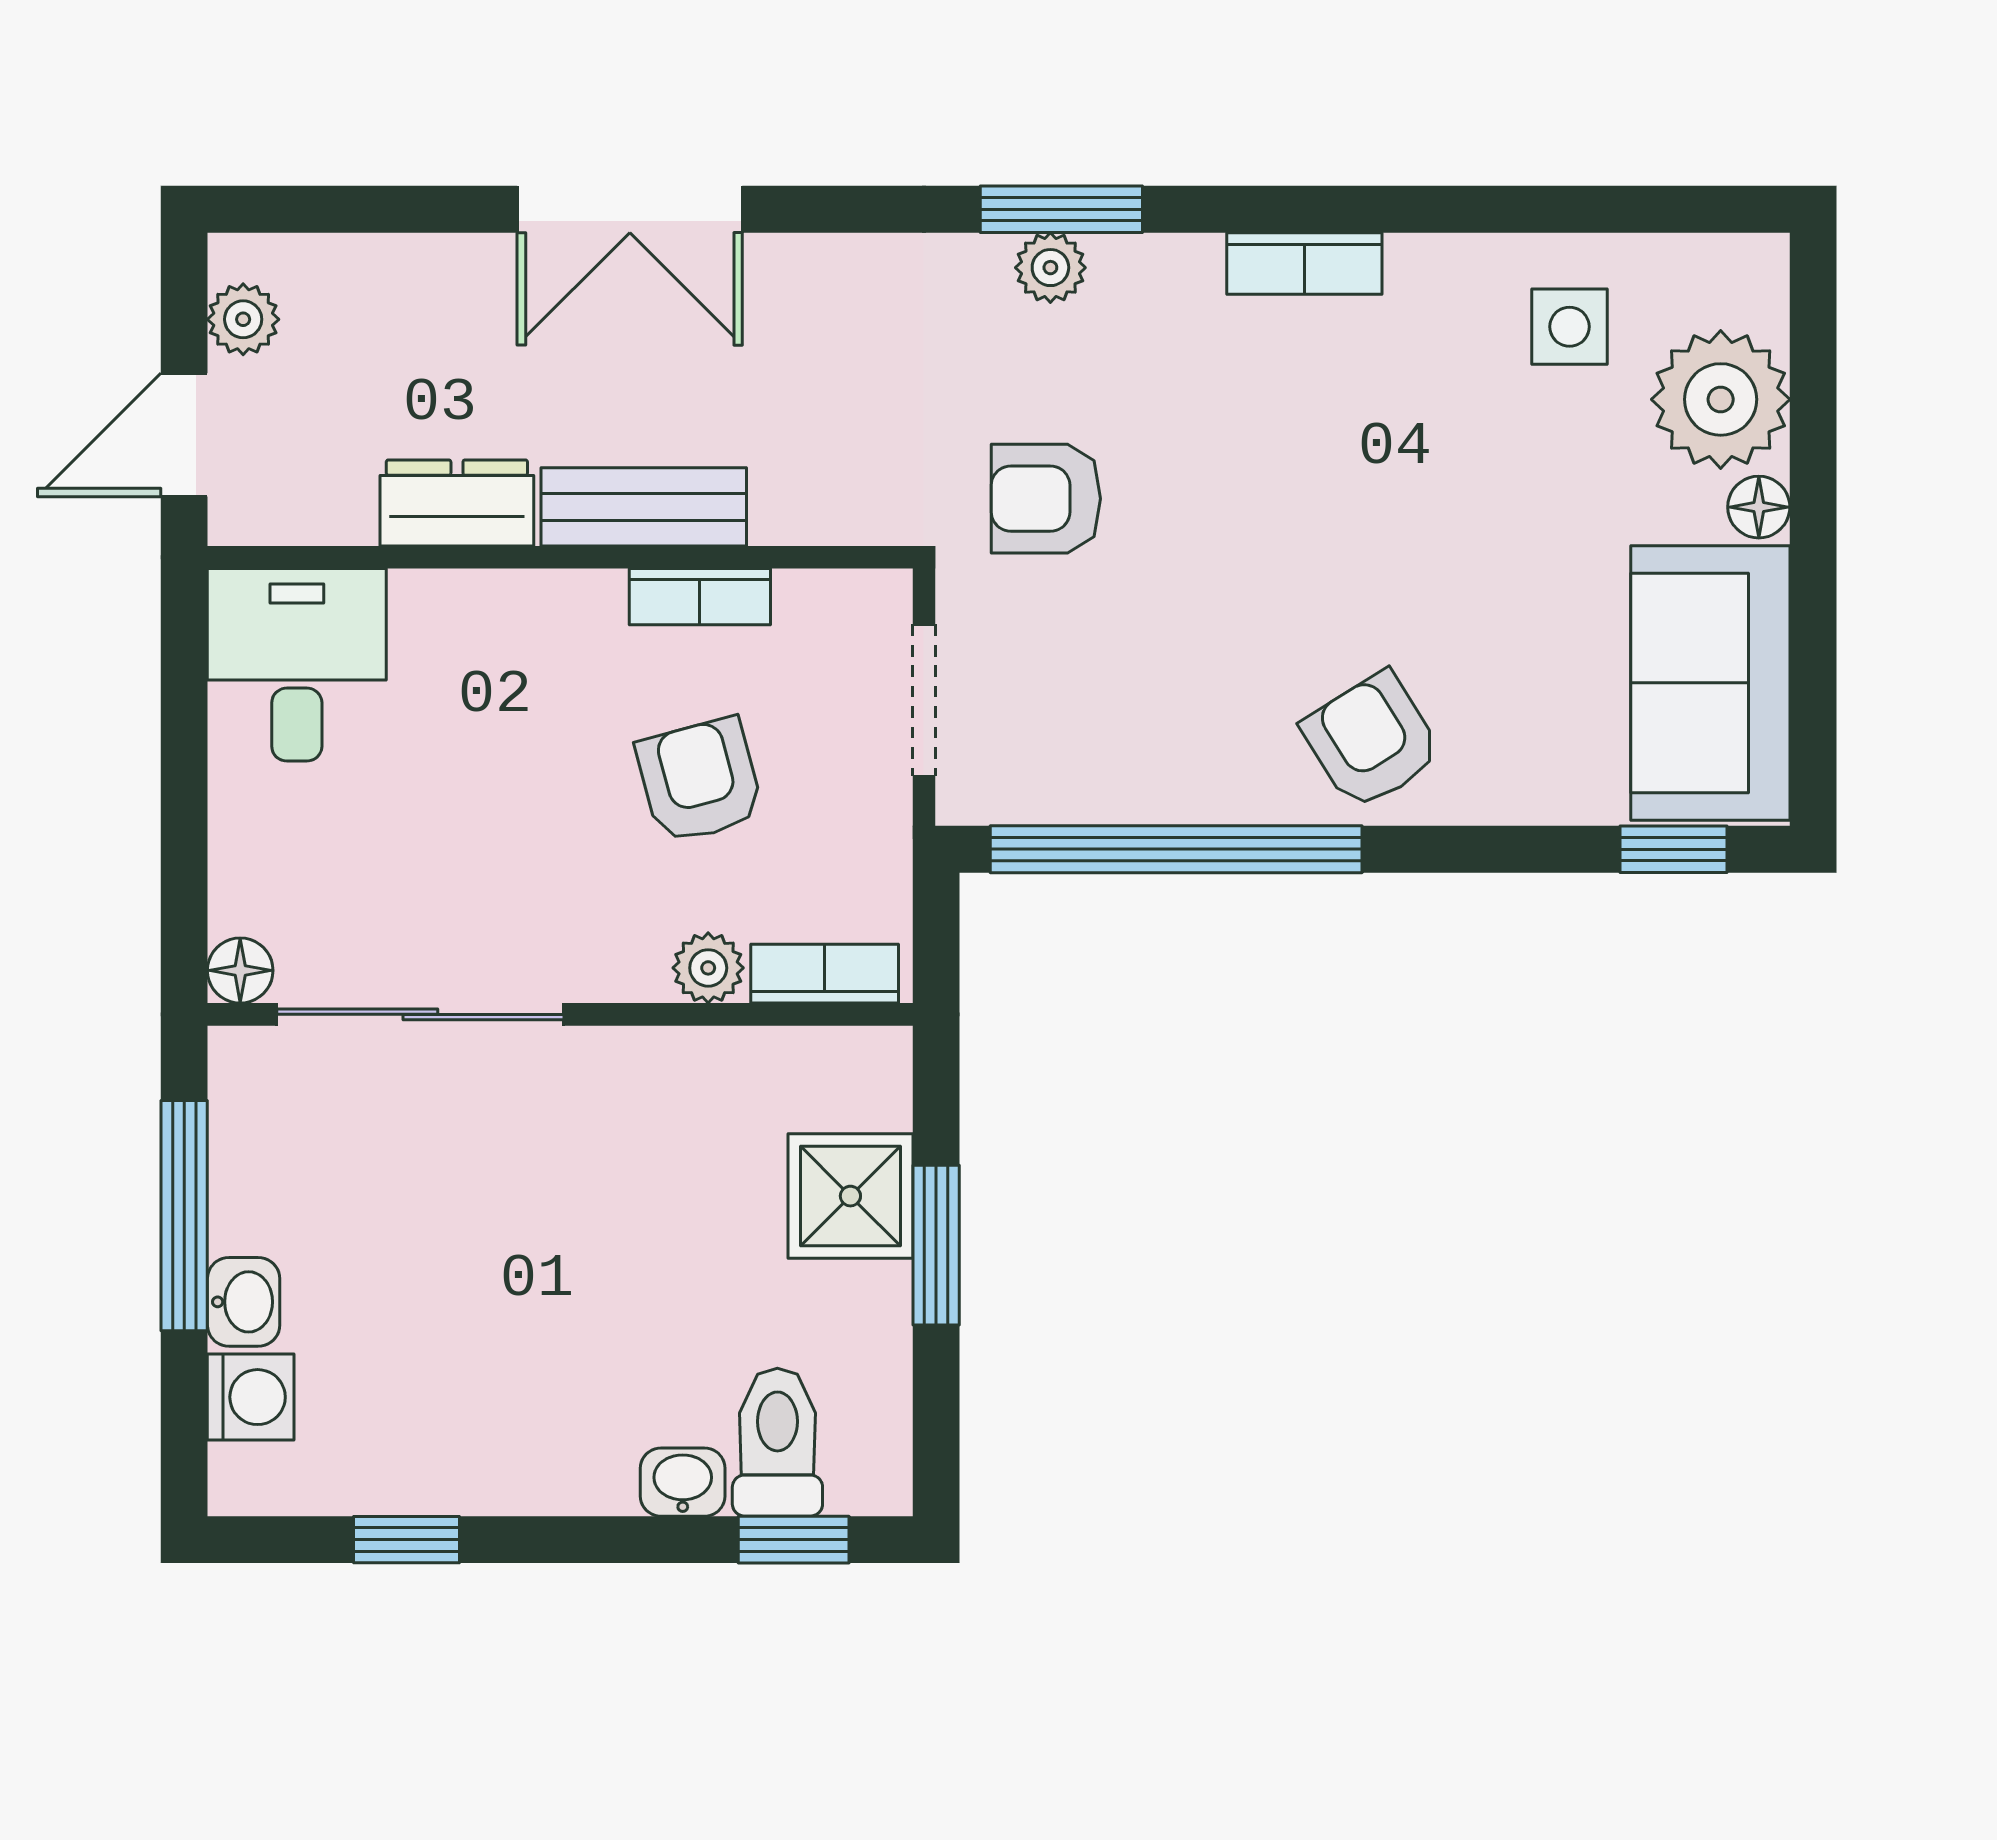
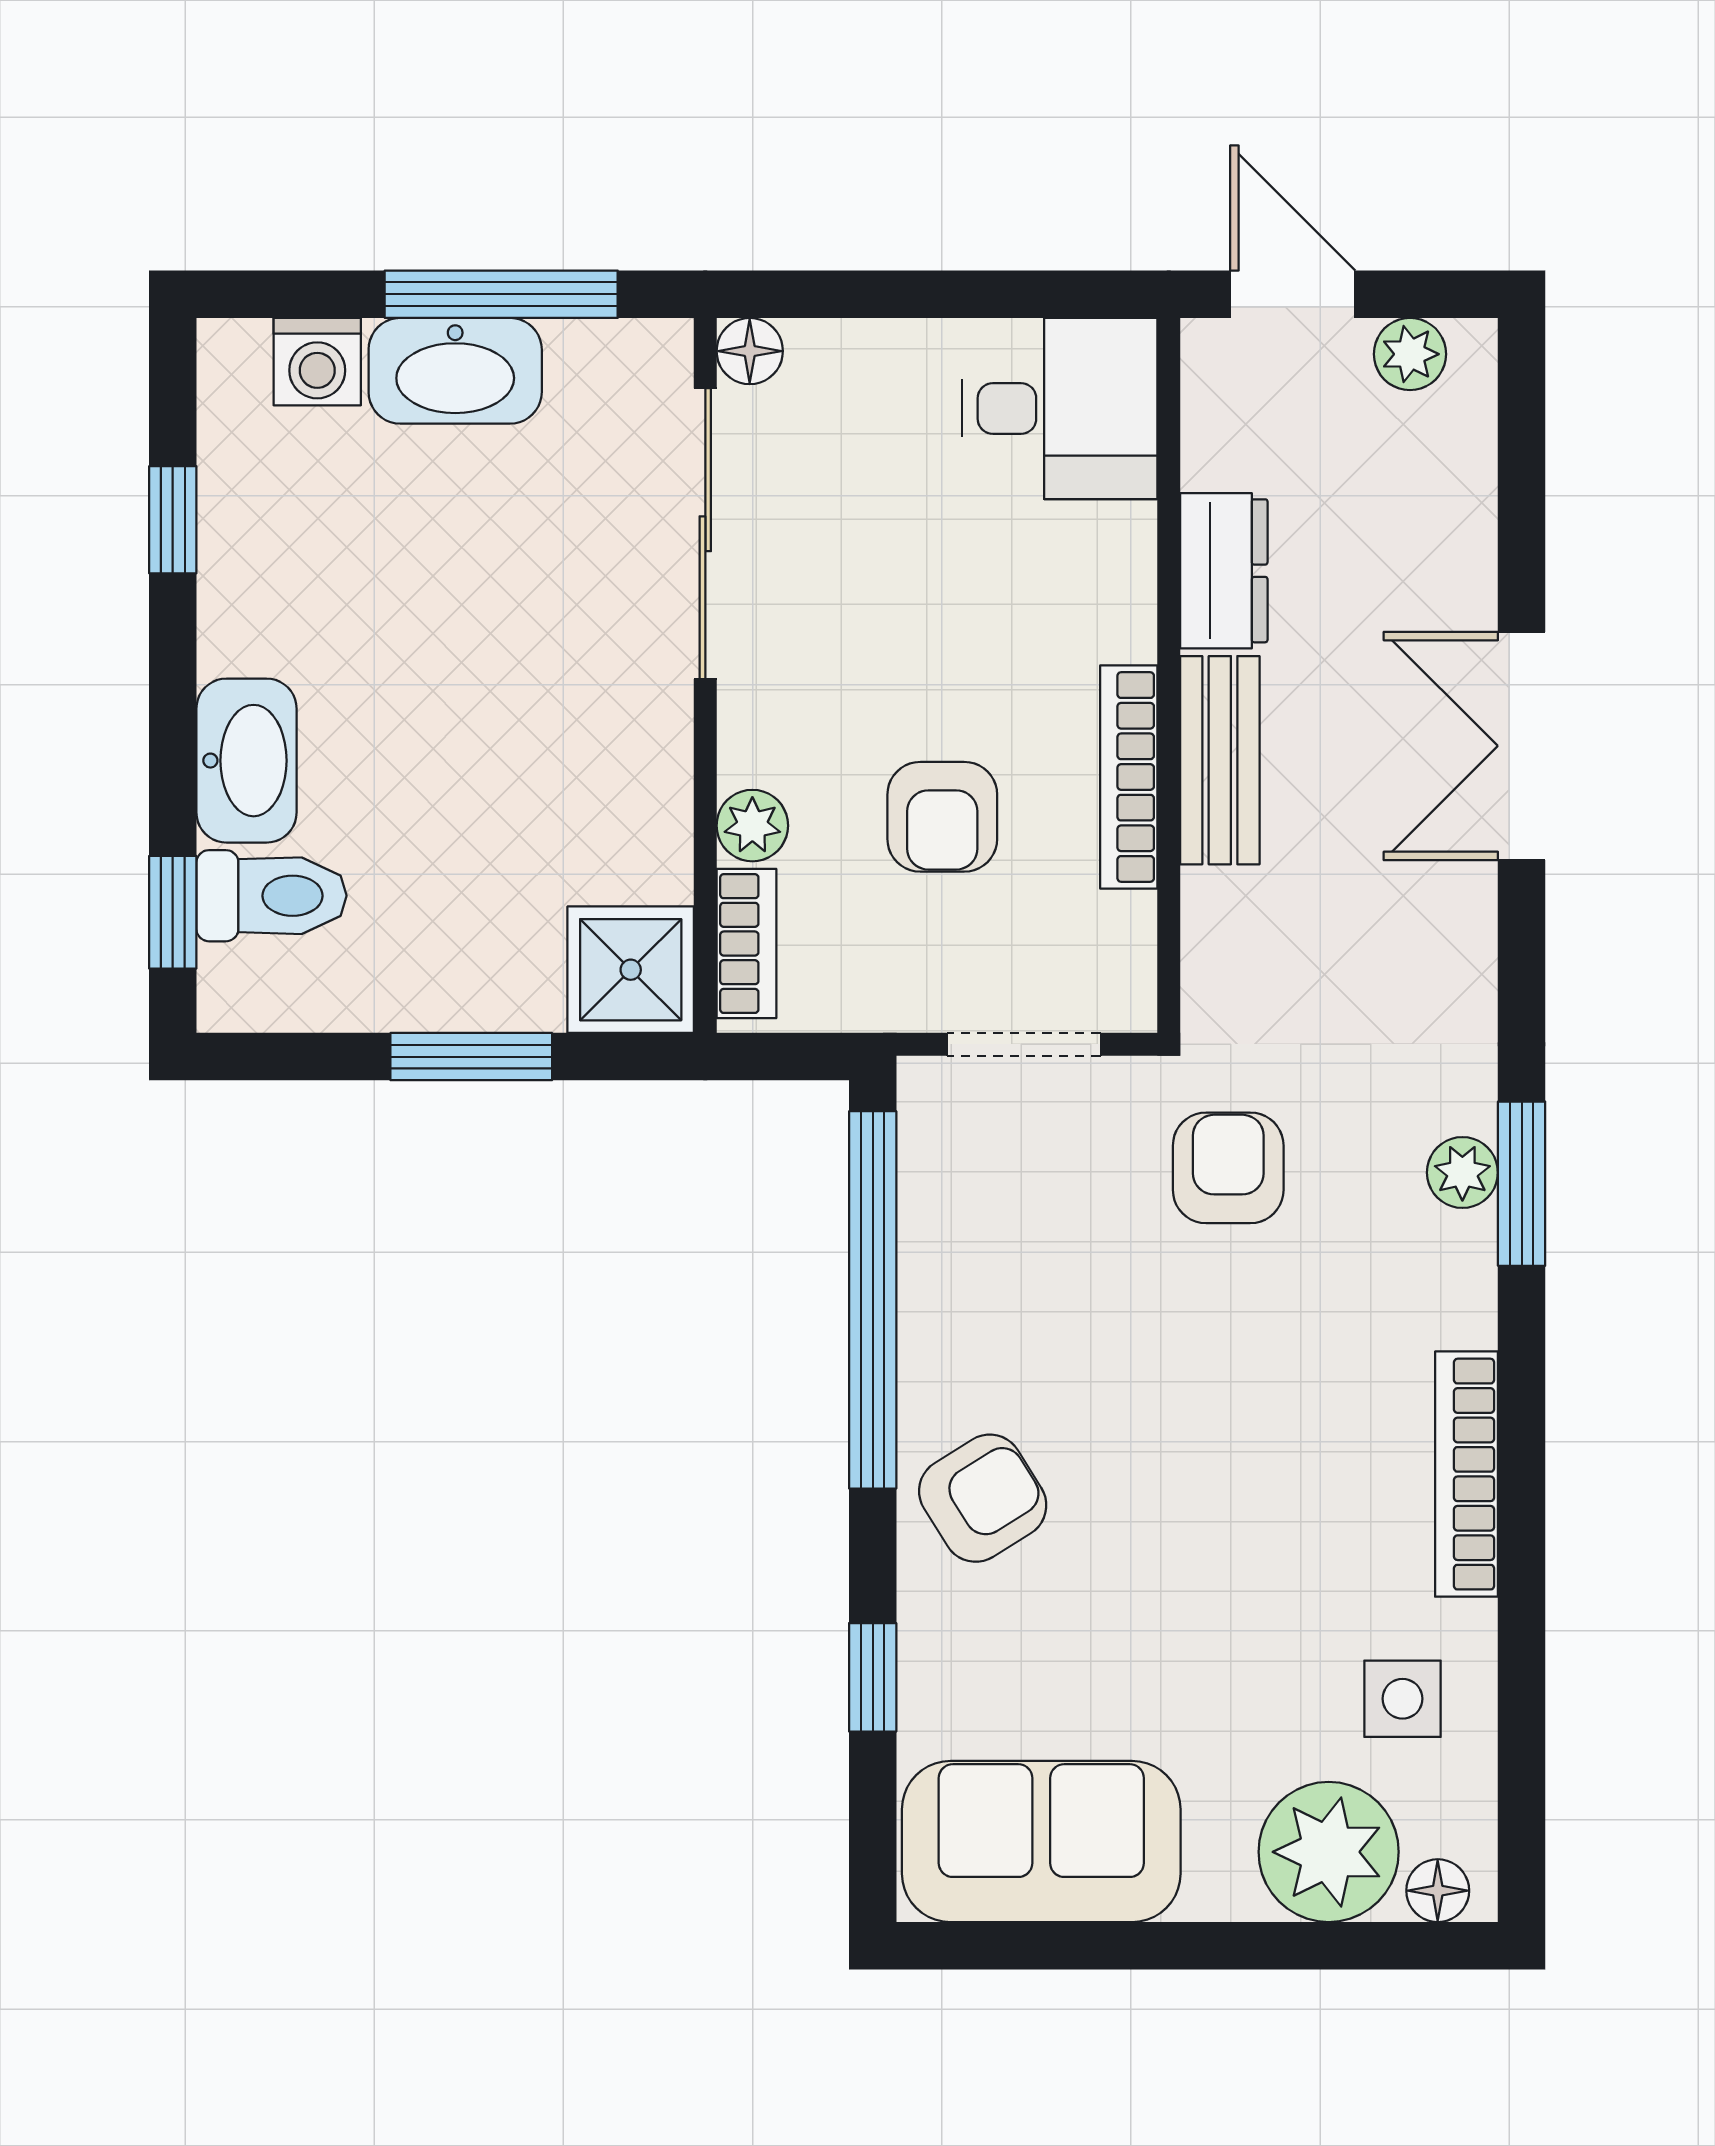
bookcase: (1304, 264) -> (1466, 1474), width x1.56
floor lamp: (1759, 507) -> (1438, 1891), moved
bookcase: (700, 597) -> (1129, 777), width x1.56
armchair: (700, 781) -> (942, 817), turned 105
window: (1674, 849) -> (873, 1677), moved
shower: (850, 1196) -> (631, 970), moved
washbasin: (244, 1302) -> (455, 371), width x1.91, depth x1.45
washbasin: (683, 1482) -> (246, 761), width x1.91, depth x1.45

